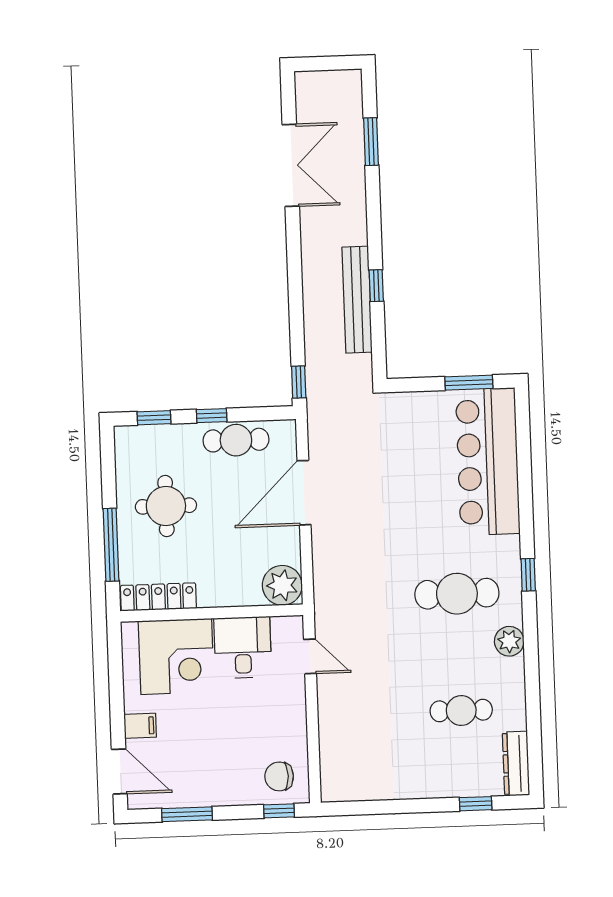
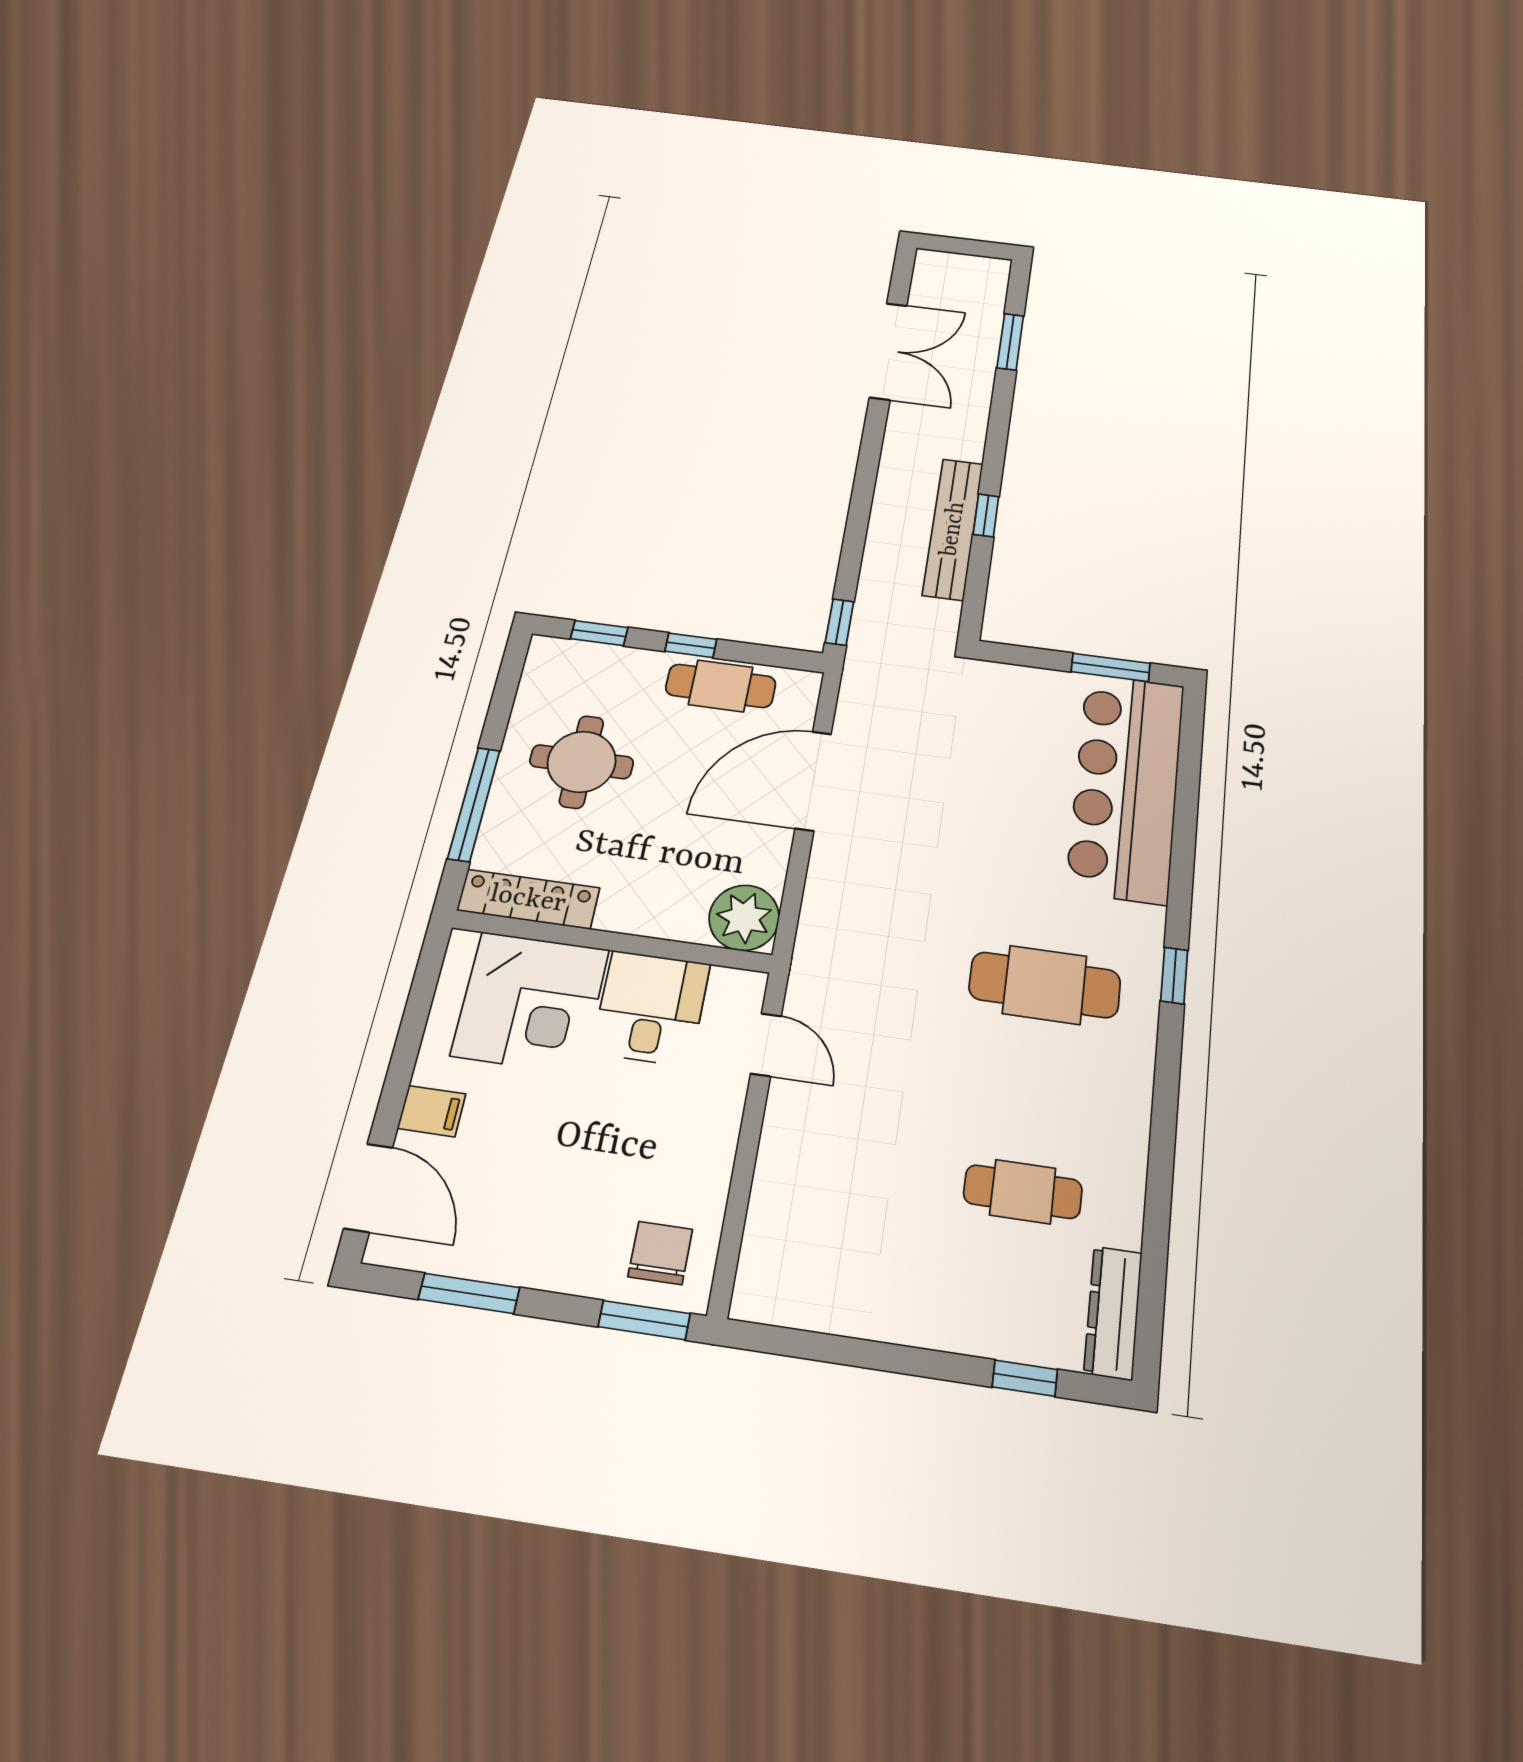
plant: (509, 641) -> (1127, 1083), removed
chair: (279, 776) -> (660, 1253), turned 90
window: (279, 811) -> (644, 1320), width x1.50

